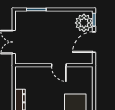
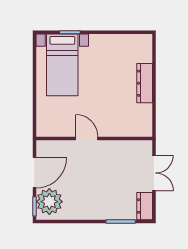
dresser: (20, 20) -> (145, 206), added

